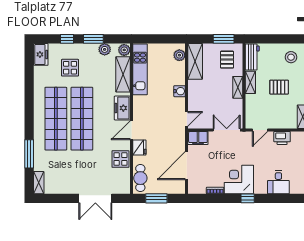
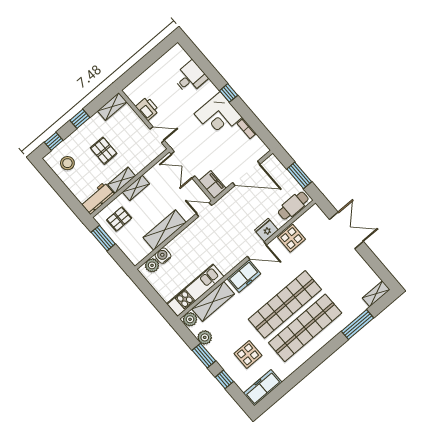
freezer: (41, 54) -> (263, 388), width x1.40
shelving: (195, 61) -> (165, 230), moved
water cooler: (180, 91) -> (163, 256), moved

